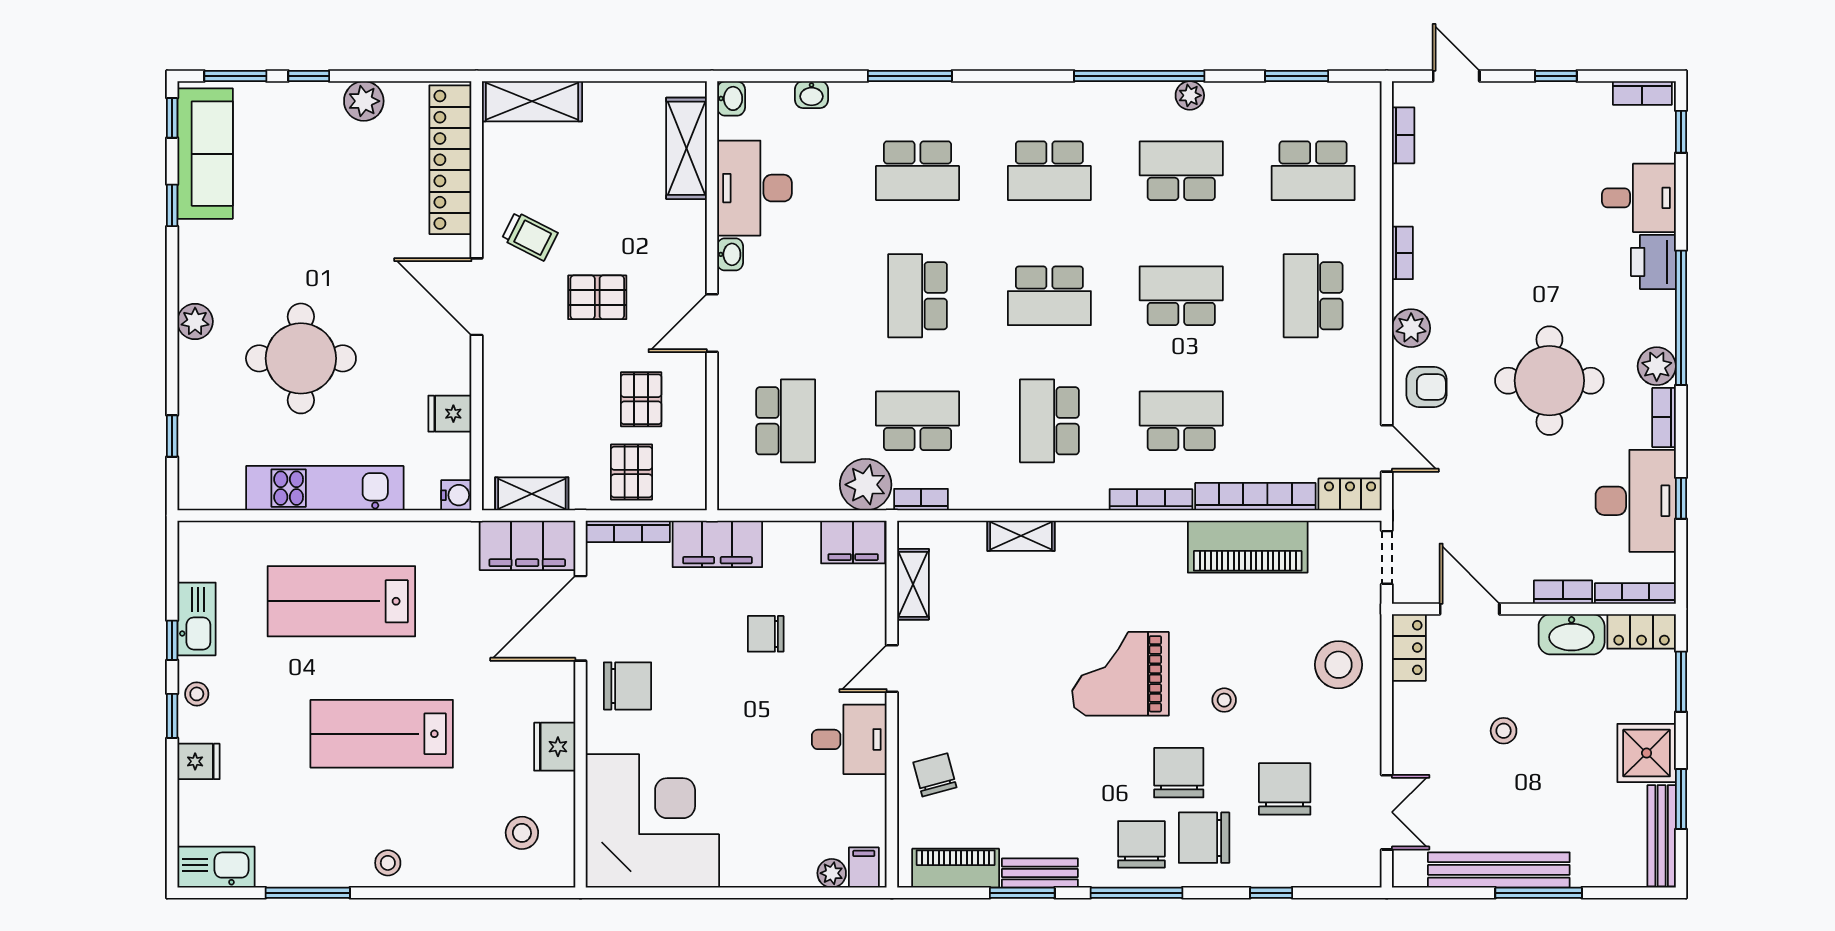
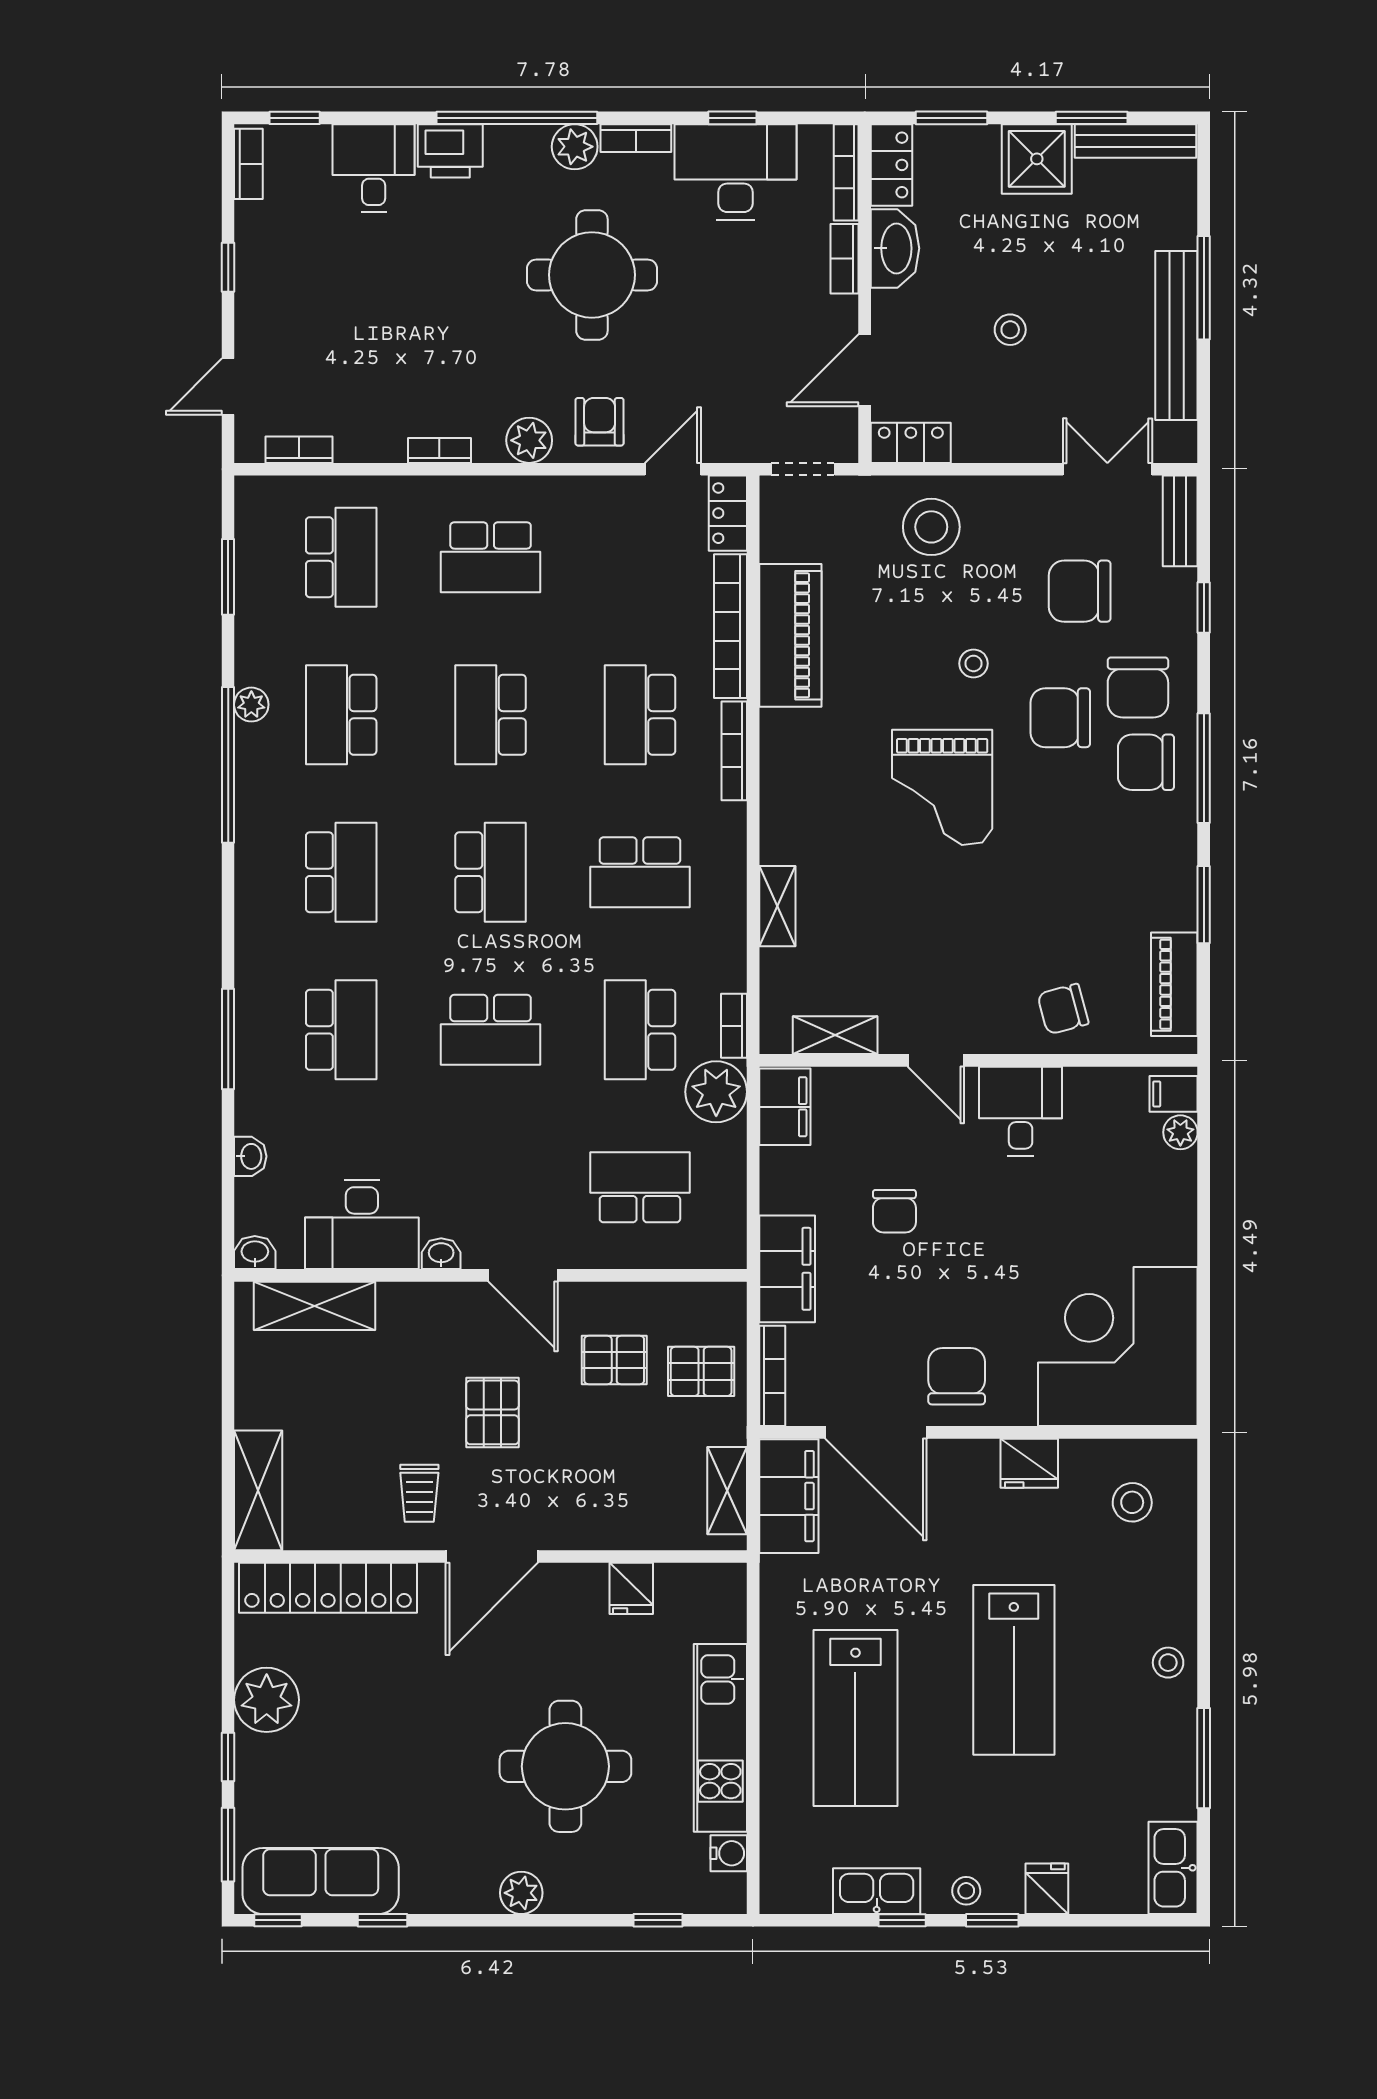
plant: (364, 101) -> (267, 1700), width x1.36, depth x1.36
trolley: (530, 236) -> (419, 1493), turned 153
water cooler: (456, 495) -> (729, 1853), moved, turned 90
bench: (1040, 873) -> (1180, 521), moved

